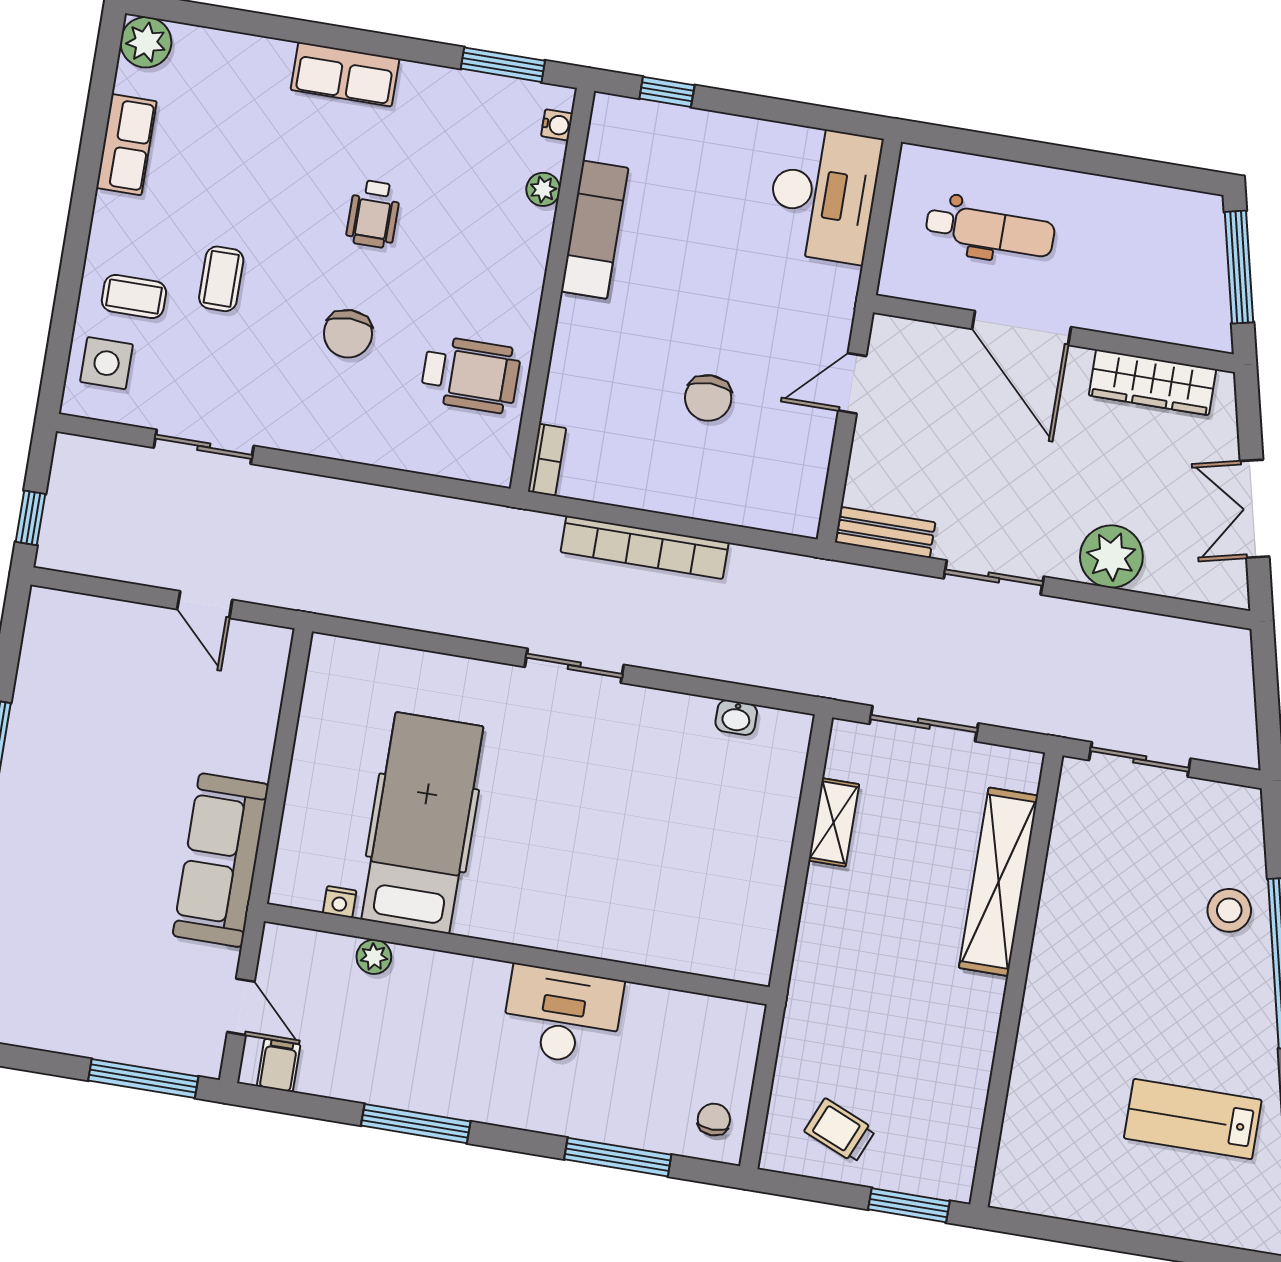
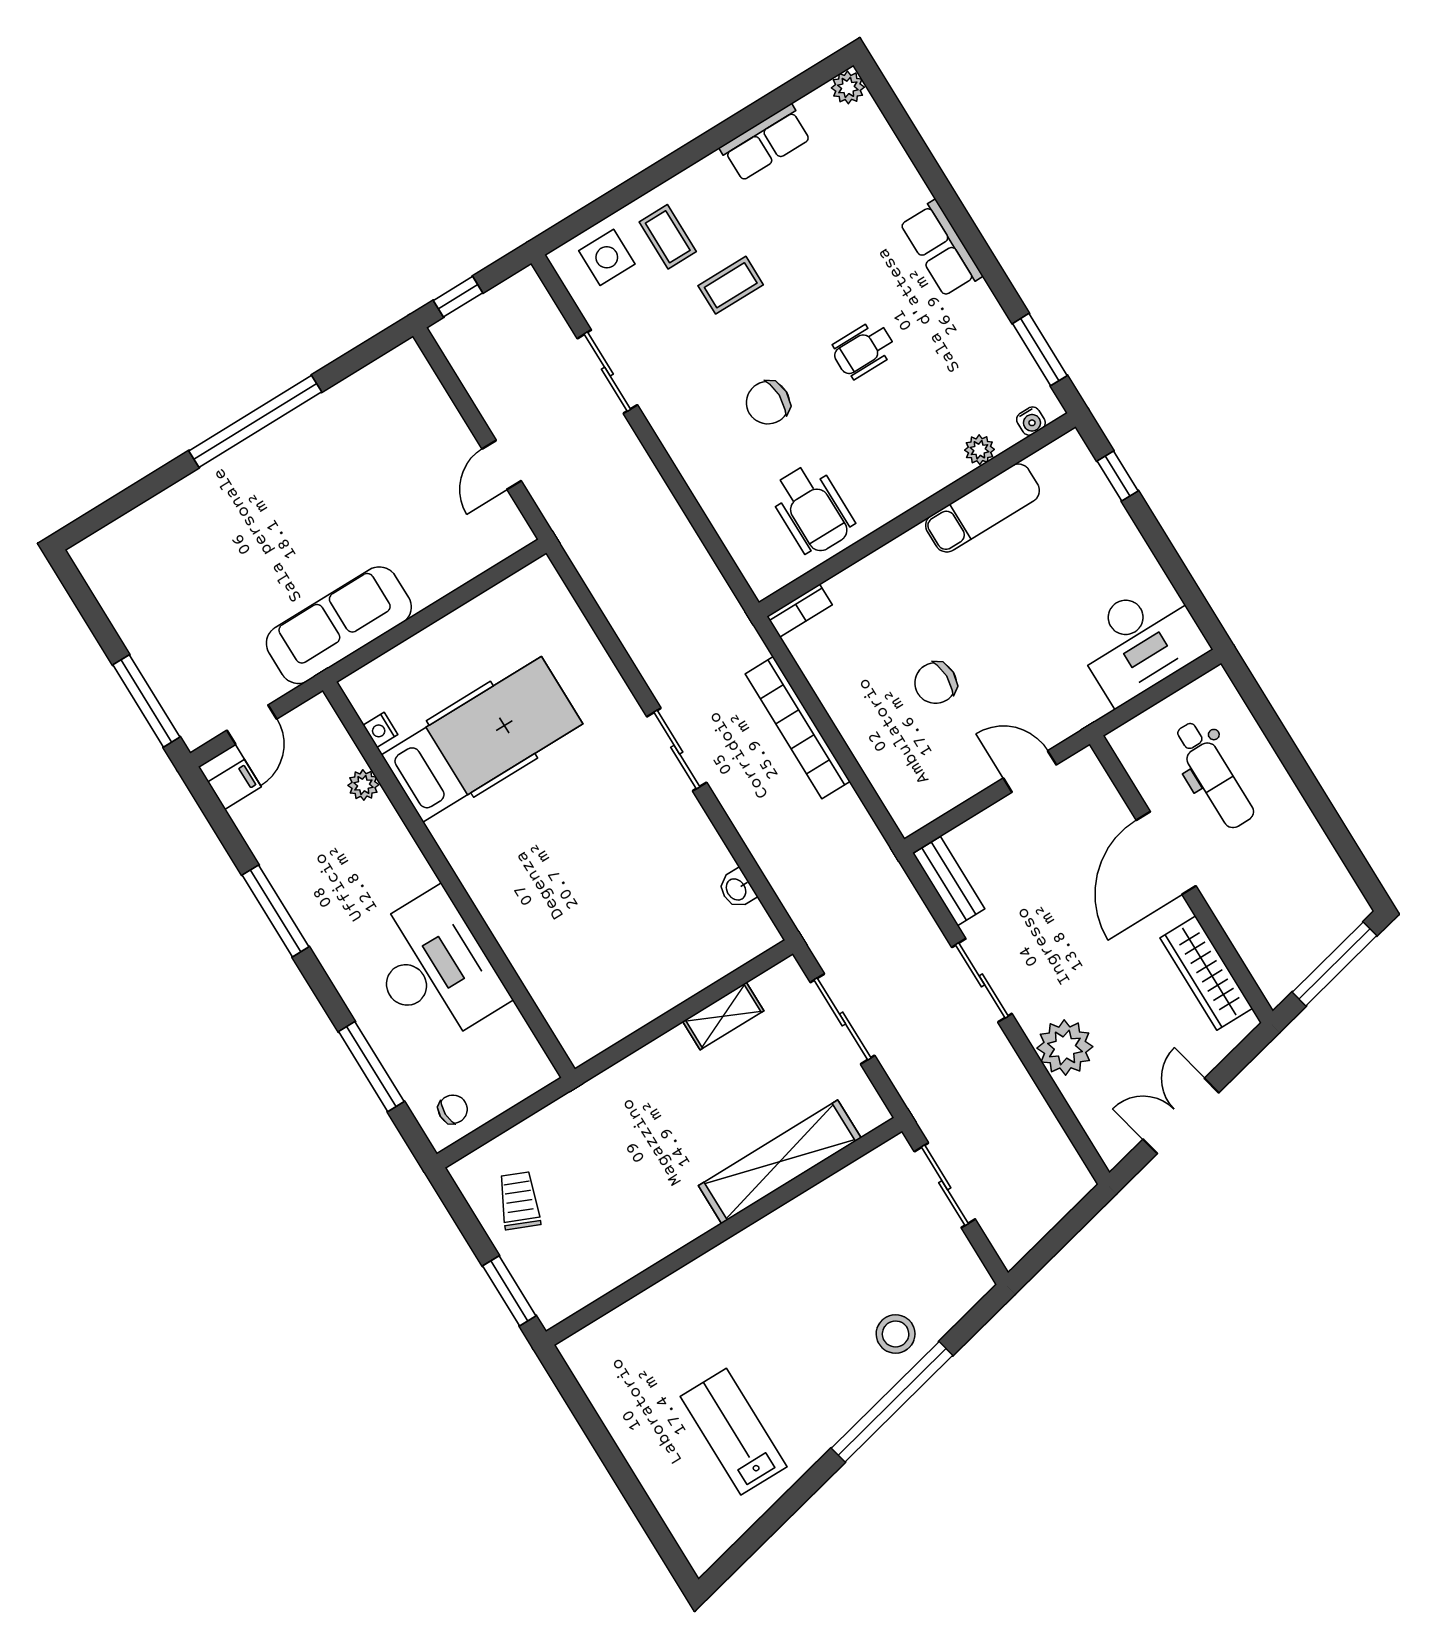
plant: (146, 42) -> (848, 87), width x0.73, depth x0.73
desk: (562, 1015) -> (434, 968), width x1.36, depth x1.30

